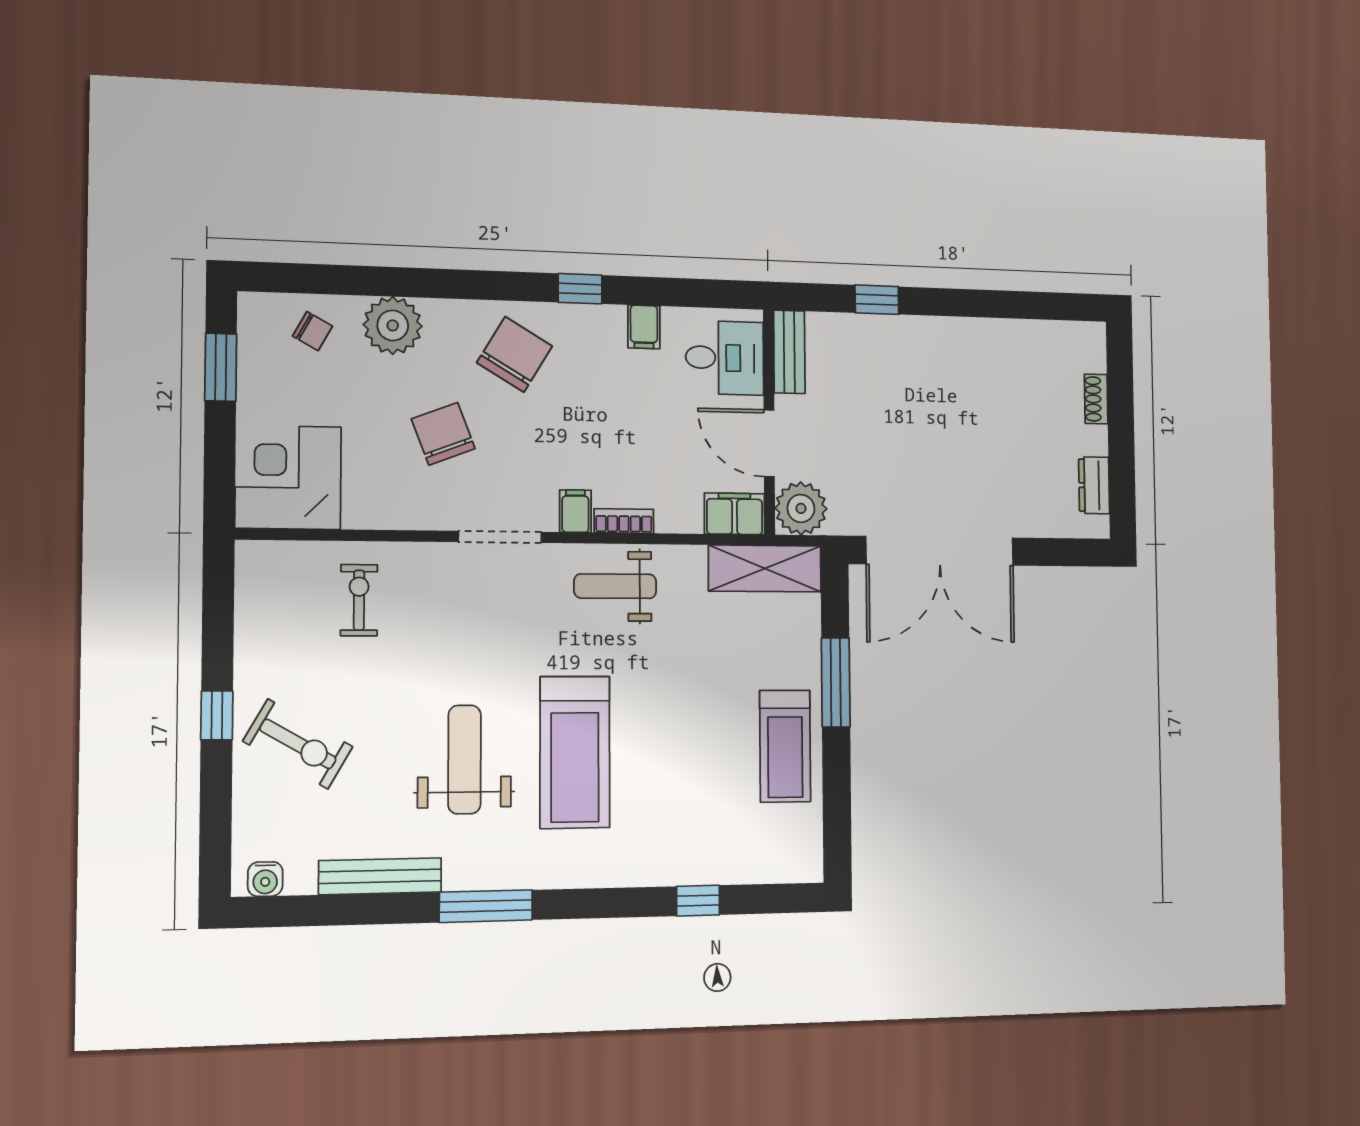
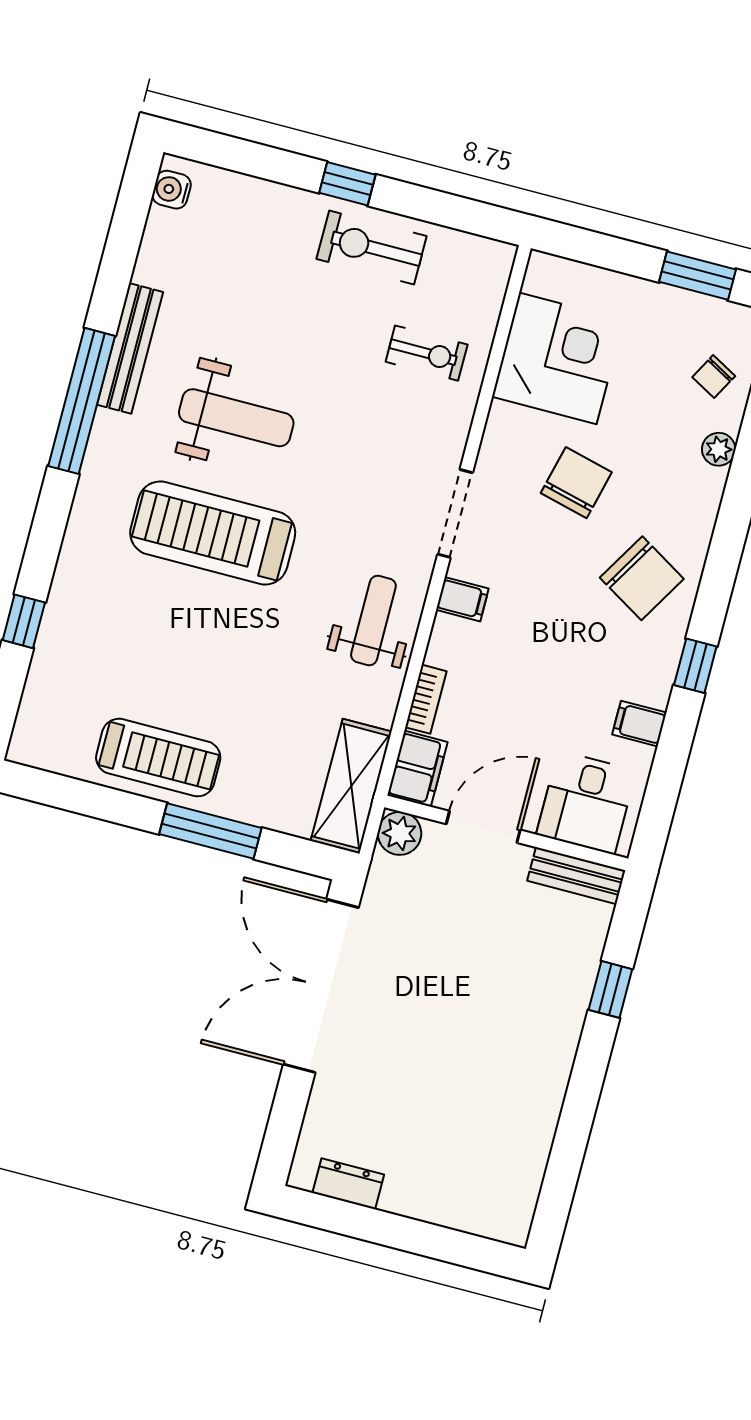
plant: (393, 325) -> (719, 449), width x0.53, depth x0.53
shoe rack: (1096, 399) -> (443, 1213), removed
chair: (443, 434) -> (576, 483), turned -55
corner desk: (288, 477) -> (558, 358), moved
plant: (801, 508) -> (400, 833), width x0.73, depth x0.73
bookcase: (624, 521) -> (426, 699), moved
exercise bike: (298, 744) -> (372, 247), moved, turned 60
treadmill: (785, 746) -> (158, 758), turned 180
bench: (380, 876) -> (130, 348), moved
window: (486, 906) -> (82, 401), width x1.46

